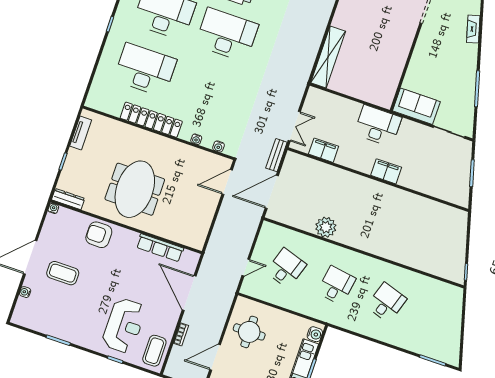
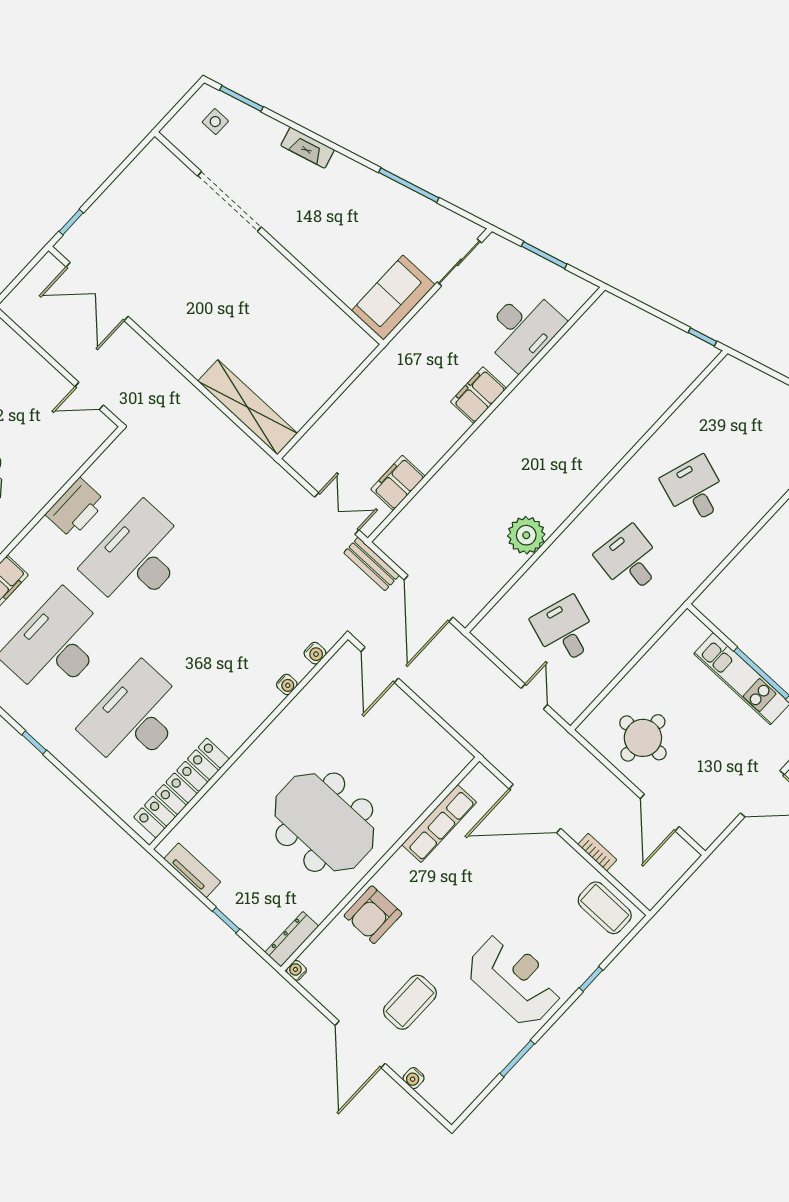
locker: (151, 120) -> (181, 788), moved
desk: (378, 126) -> (523, 329), moved, turned 180
reception desk: (124, 326) -> (514, 980), moved
water cooler: (315, 334) -> (695, 631), removed

